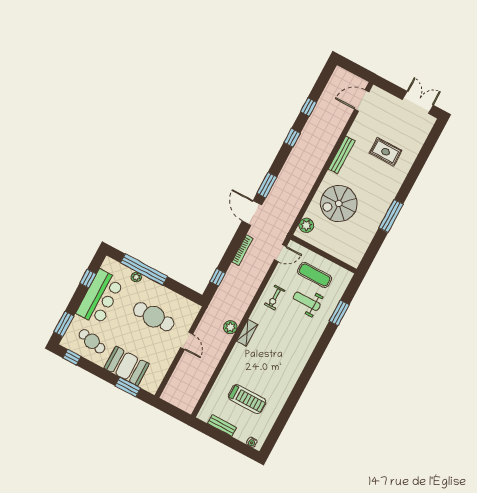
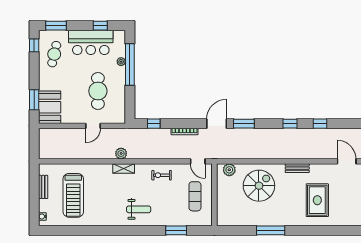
rug: (386, 152) -> (317, 200), width x1.36, depth x1.43
bench: (342, 155) -> (297, 168), width x0.73
spiral stairs: (339, 204) -> (259, 186), turned 90
weight bench: (307, 301) -> (139, 209), moved, turned 90
booth: (127, 366) -> (50, 107), moved
treadmill: (247, 399) -> (73, 195), width x1.37, depth x1.38

